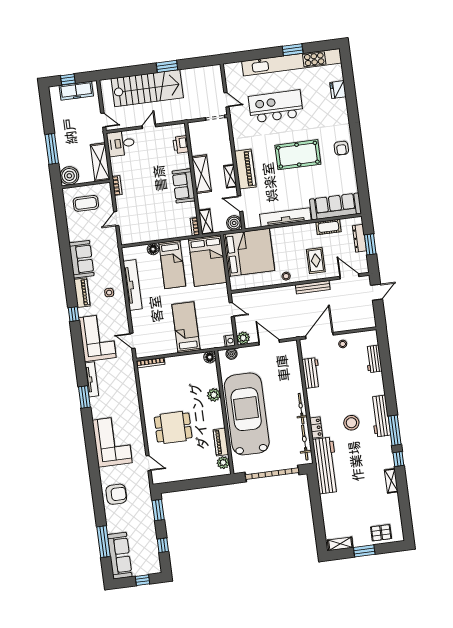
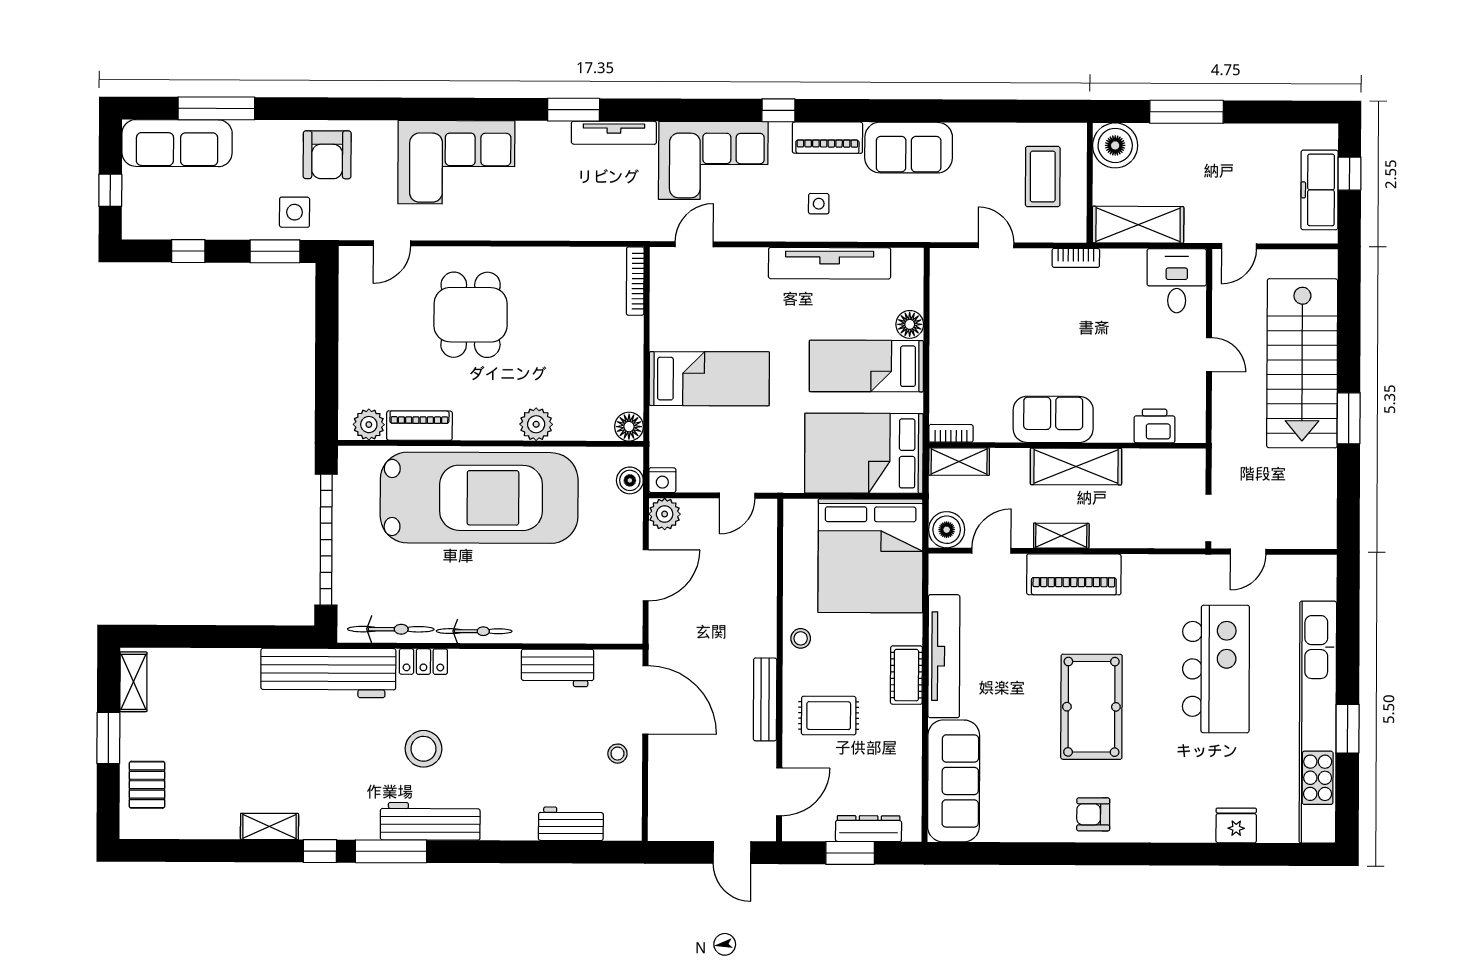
cot: (328, 227) -> (906, 675), moved
side table: (141, 504) -> (295, 212), added

